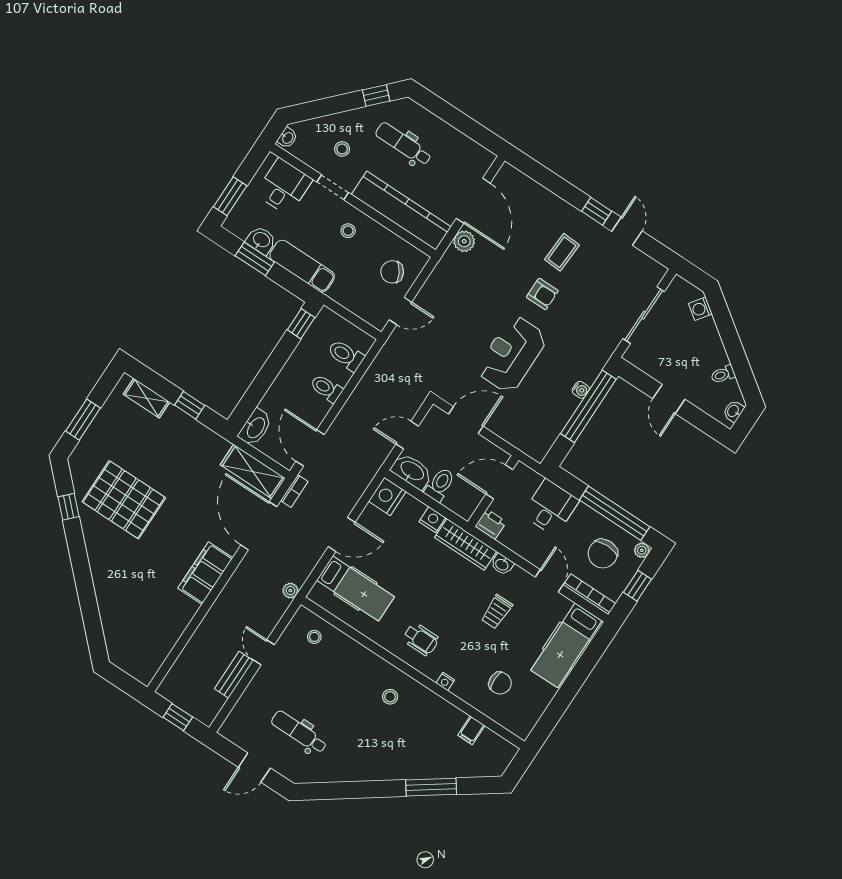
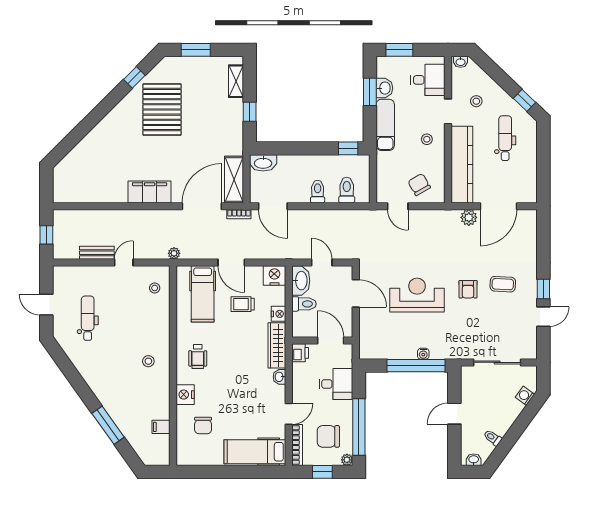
door: (310, 448) -> (273, 206), swing flipped
trolley: (497, 612) -> (243, 304), moved
nightstand: (445, 681) -> (185, 395), width x1.89, depth x1.79

